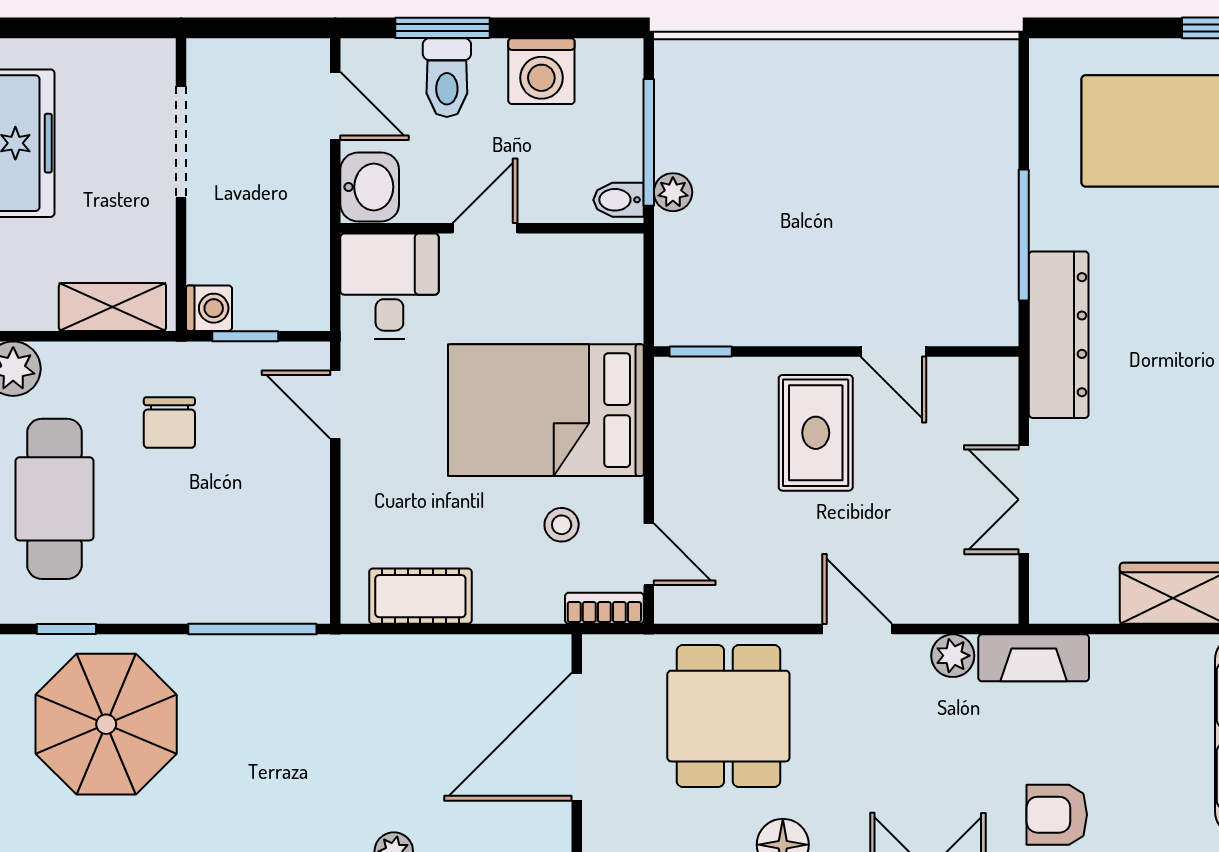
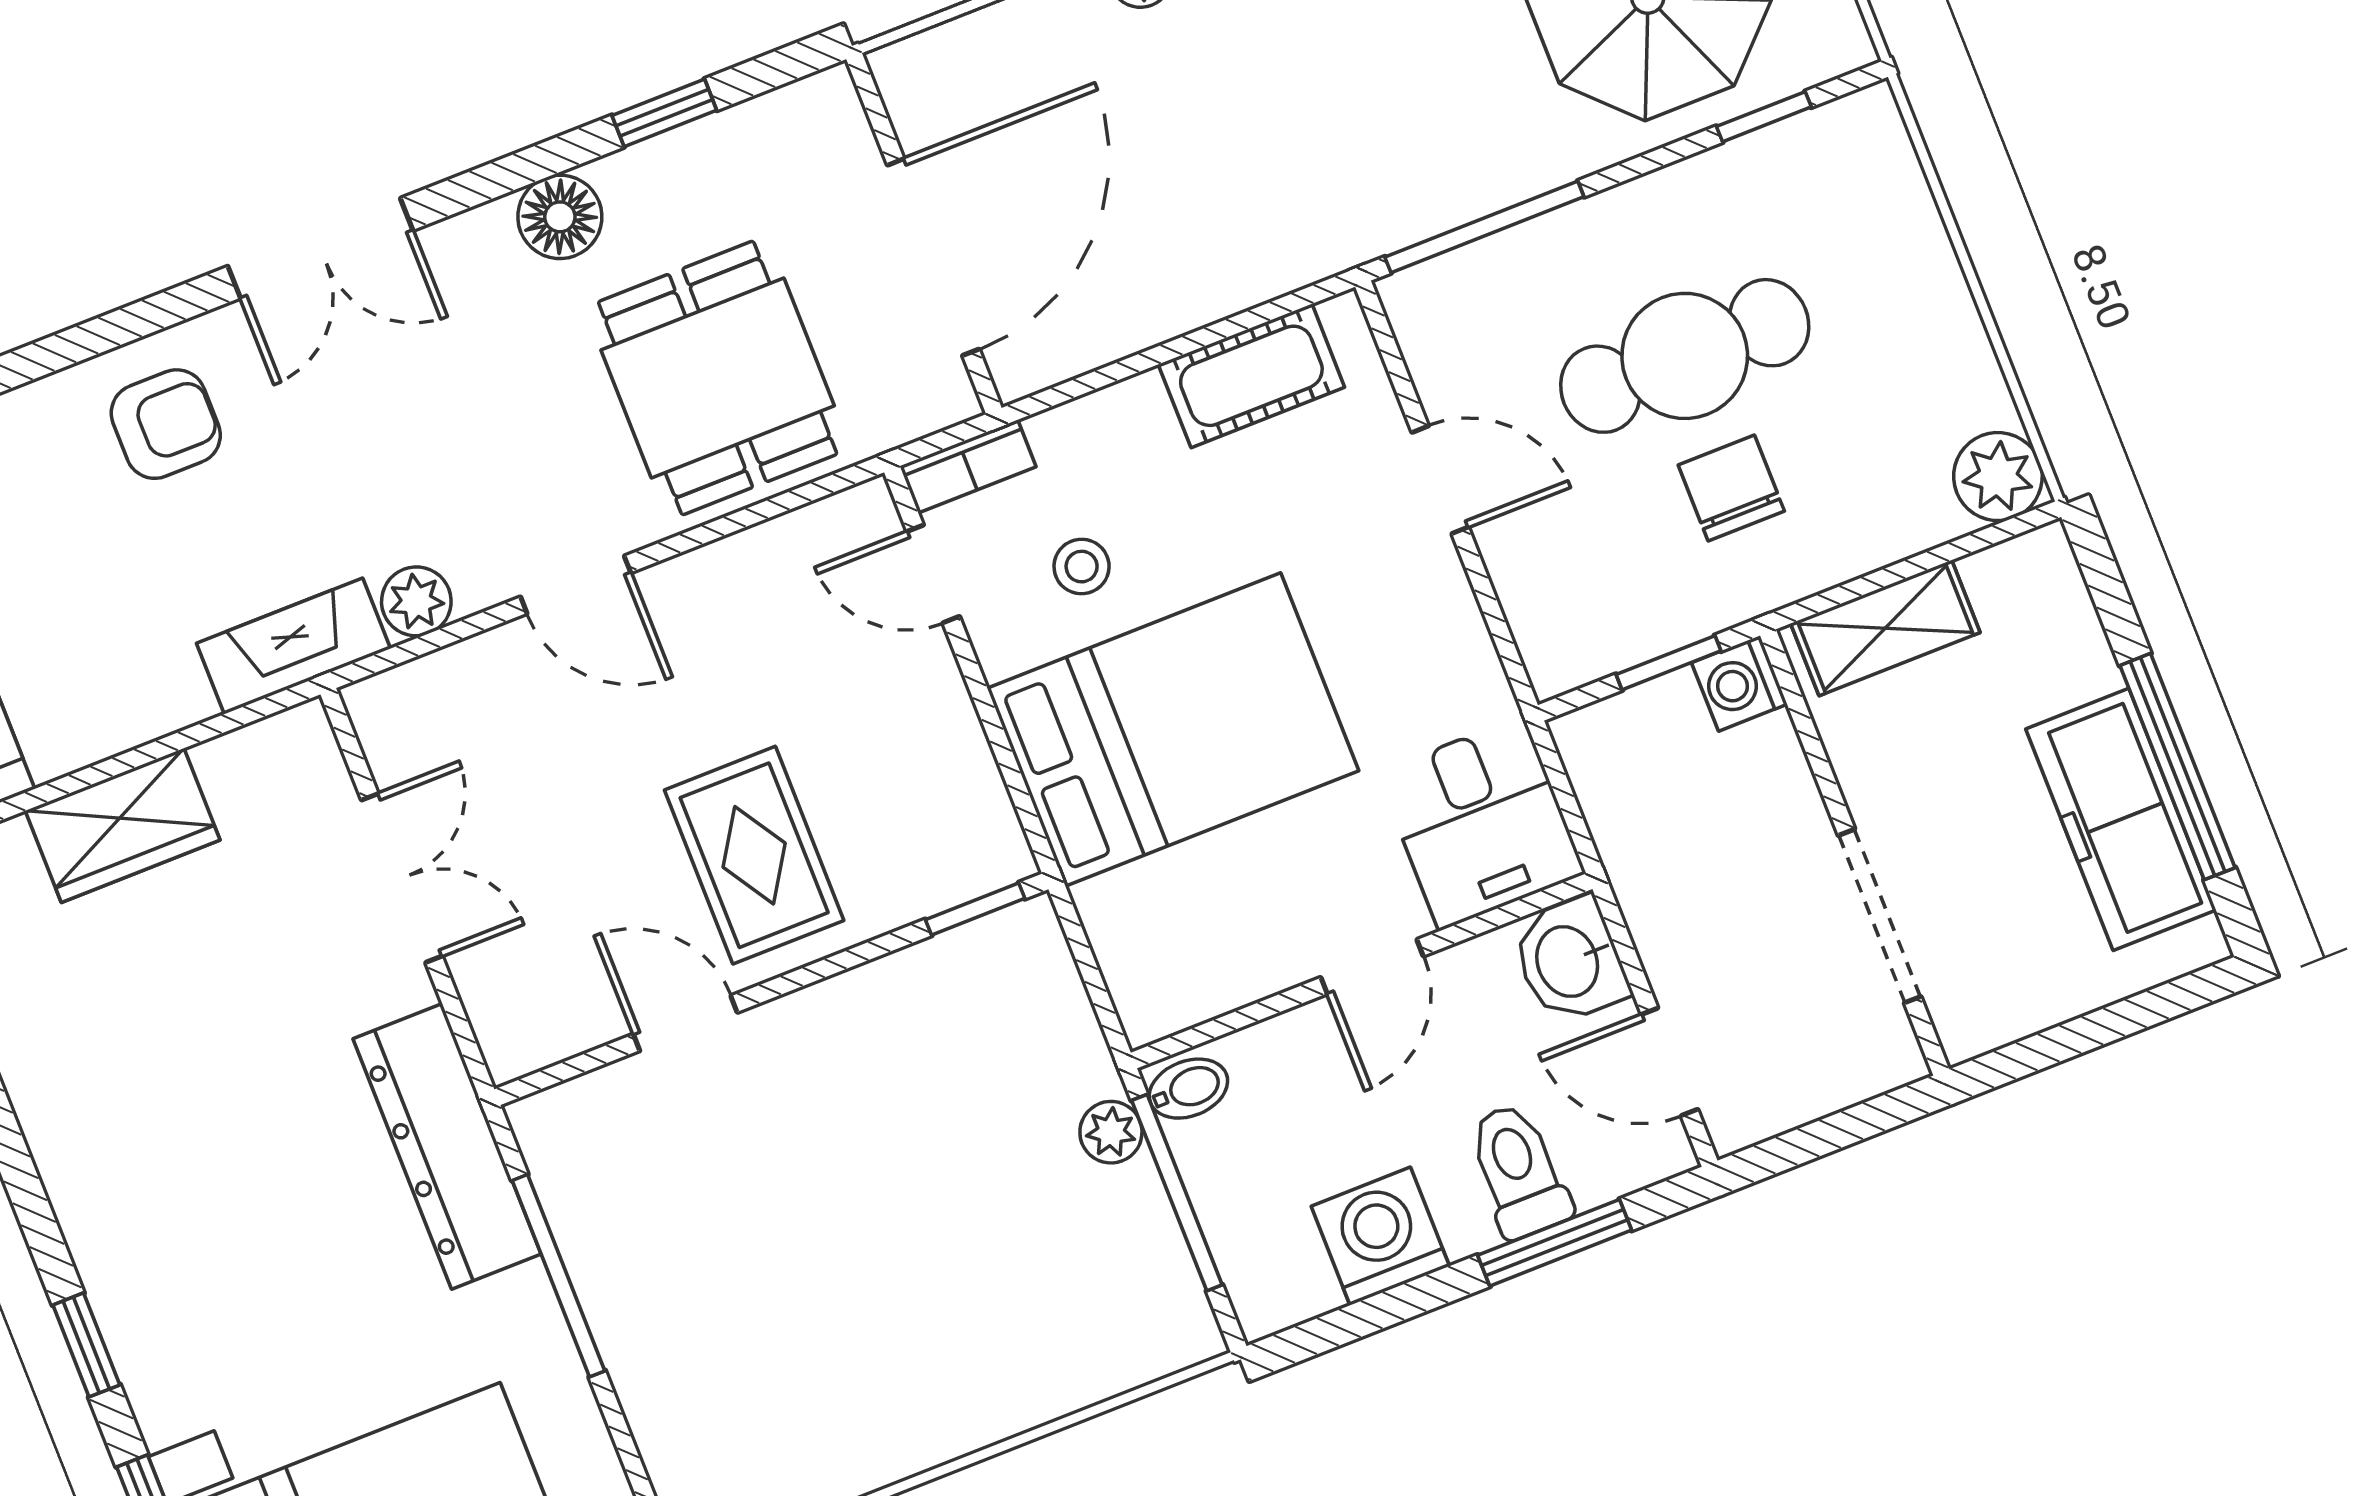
door: (335, 405) -> (1440, 480), moved
cafe table: (54, 499) -> (1685, 356), moved, turned 90

